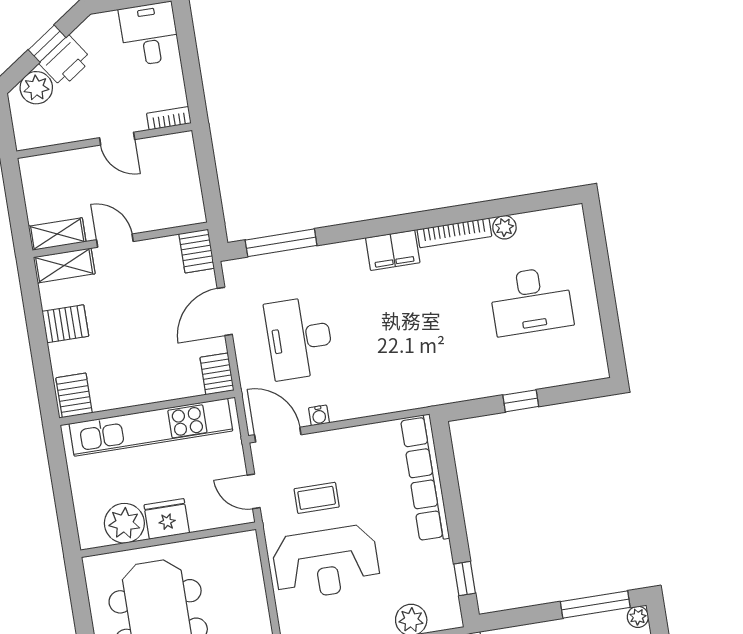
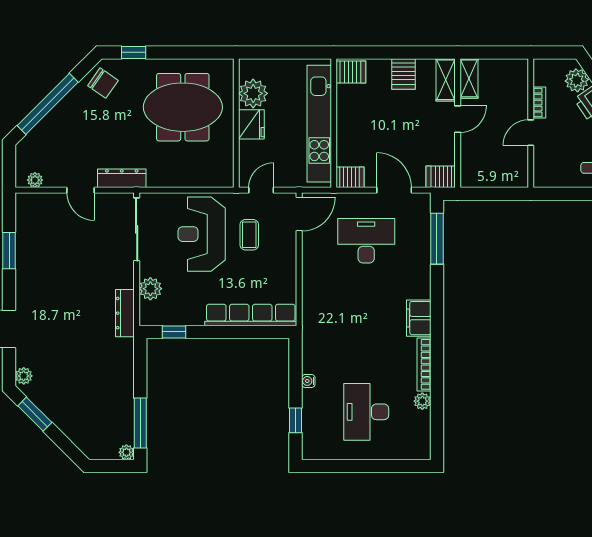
bookcase: (169, 118) -> (539, 103), moved
window: (521, 401) -> (296, 420), moved
water cooler: (319, 415) -> (308, 381), moved

